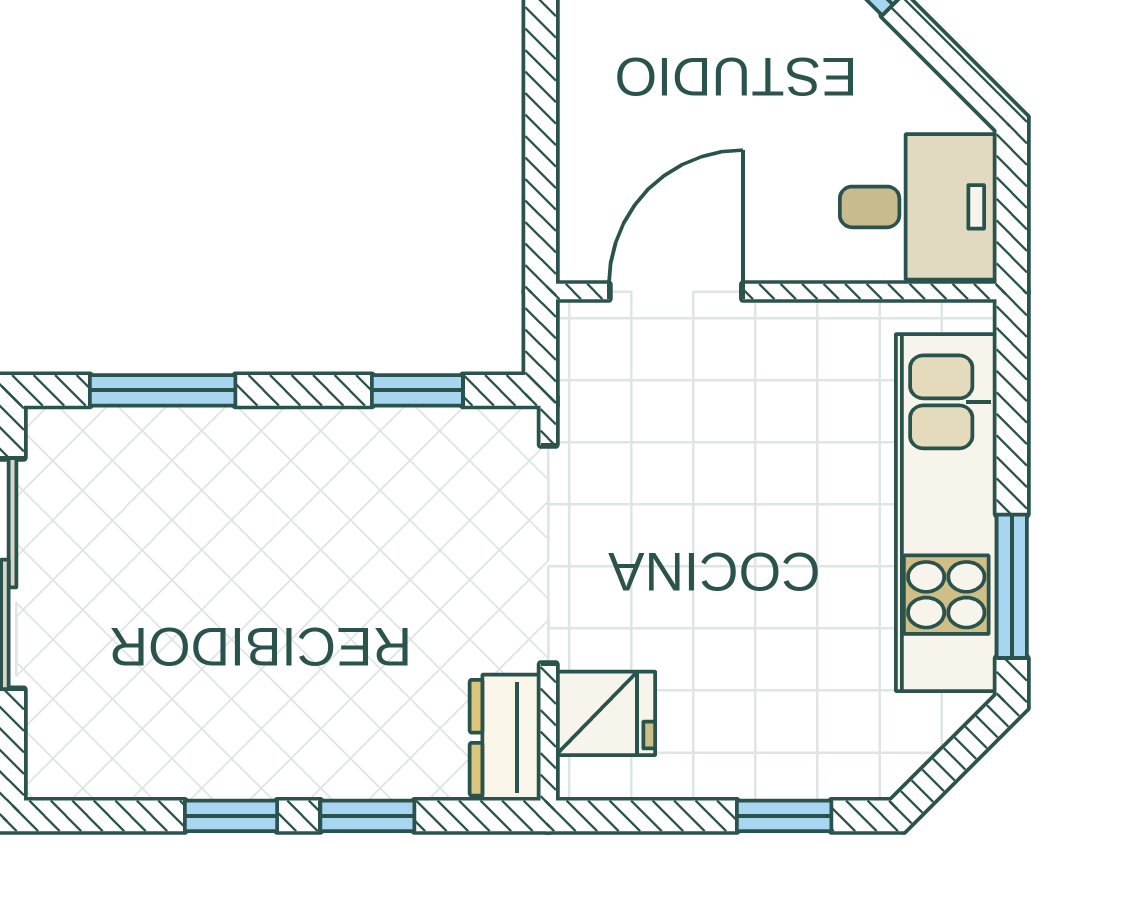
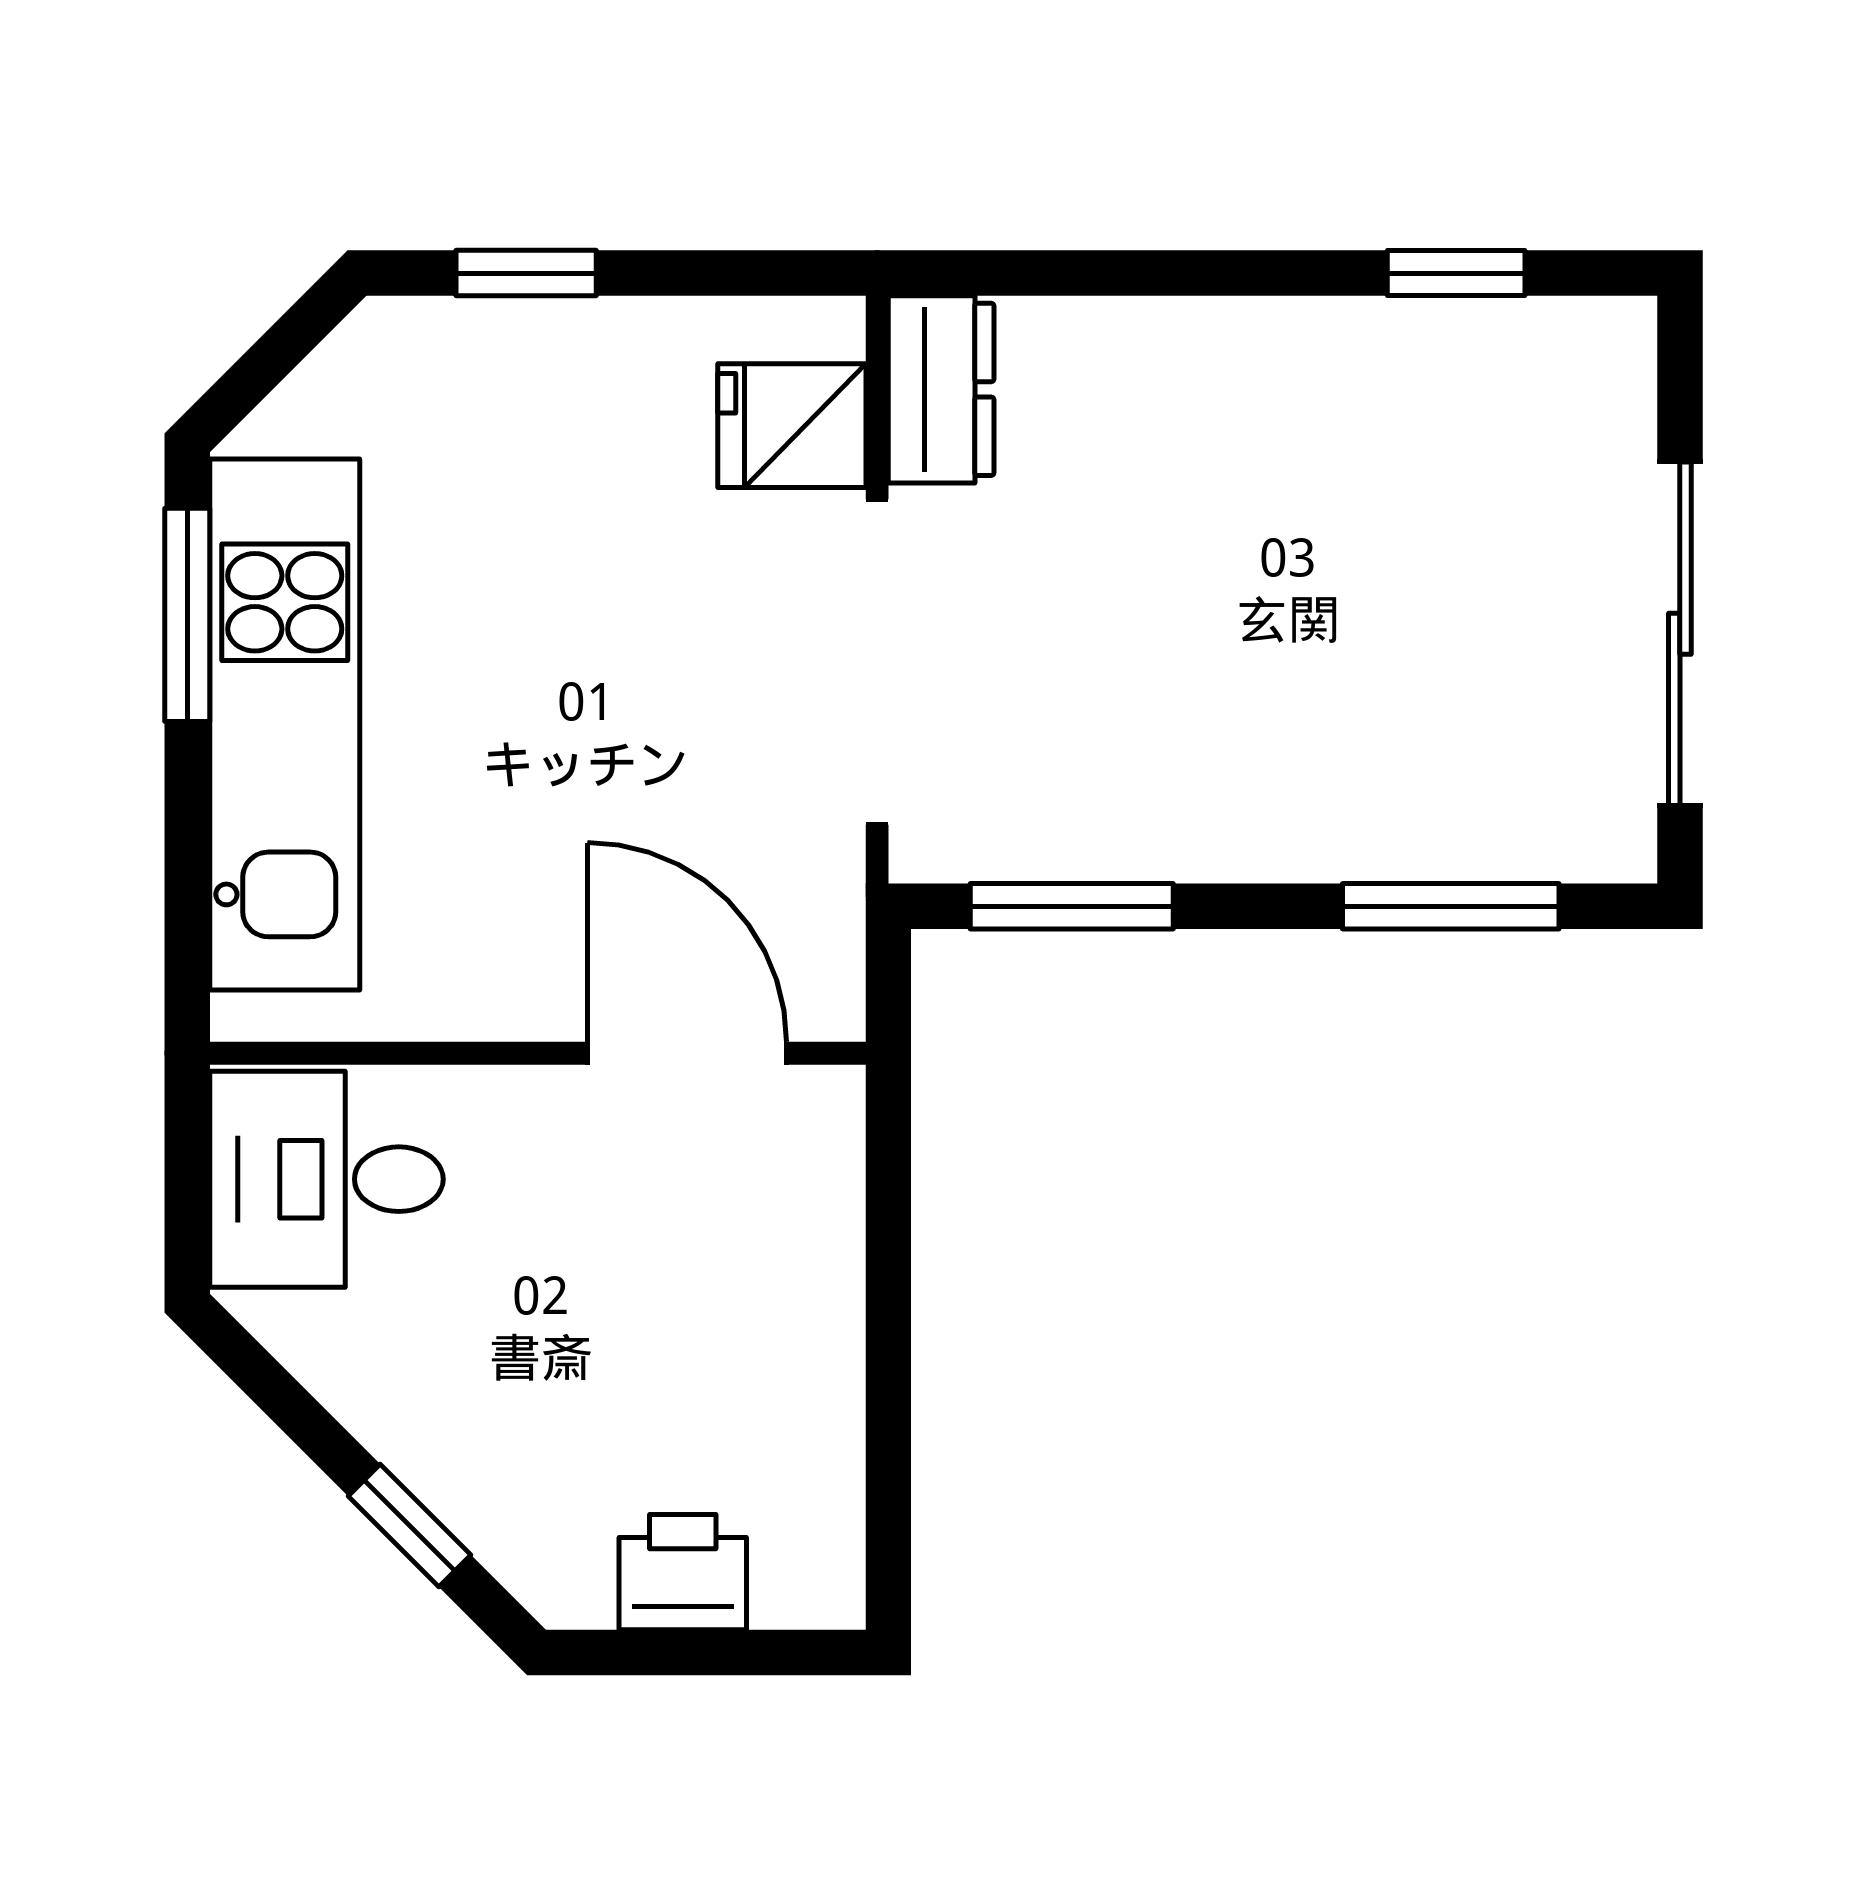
door: (676, 292) -> (687, 1053), swing flipped
window: (417, 390) -> (1072, 906), width x1.50
window: (231, 816) -> (1456, 273), moved
window: (367, 816) -> (1146, 273), removed

